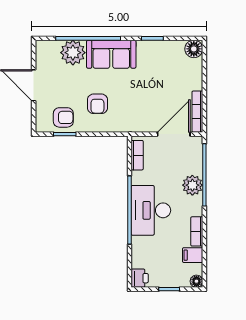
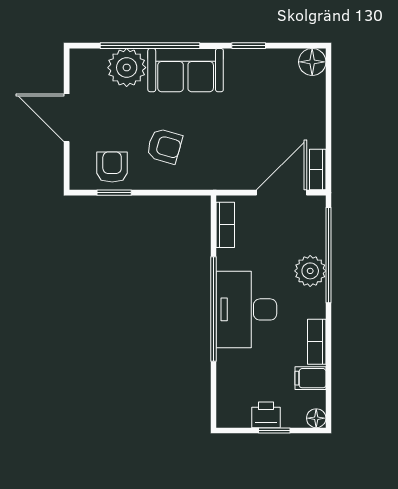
armchair: (97, 104) -> (164, 146), turned -74
bookcase: (197, 112) -> (318, 170), width x0.64
armchair: (63, 117) -> (112, 167), turned -90
printer: (140, 278) -> (266, 415), moved, turned -90

